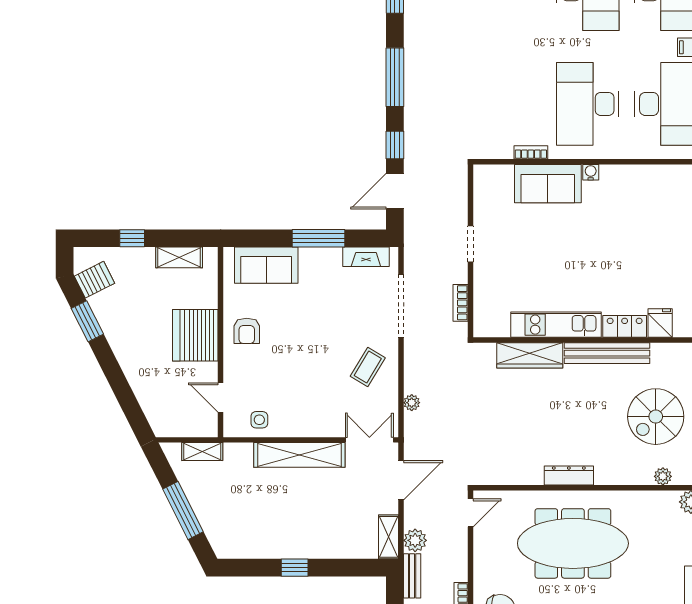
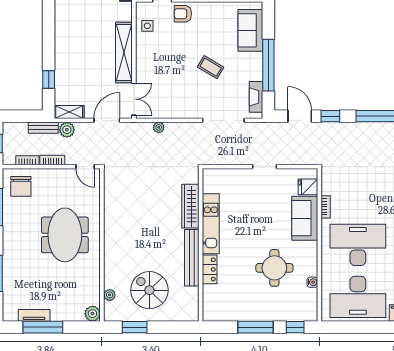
water cooler: (591, 172) -> (312, 282), moved
round table: (622, 229) -> (274, 268), added
window: (318, 238) -> (268, 65), width x1.46
bookcase: (460, 303) -> (52, 160), moved
fridge: (660, 323) -> (308, 187), moved, turned 180
armchair: (247, 331) -> (183, 14), moved
coffee table: (368, 367) -> (211, 67), moved
dresser: (569, 475) -> (110, 232), removed
door: (401, 480) -> (107, 120), swing flipped
meeting table: (573, 543) -> (65, 235), width x0.73
window: (295, 568) -> (49, 80), moved

